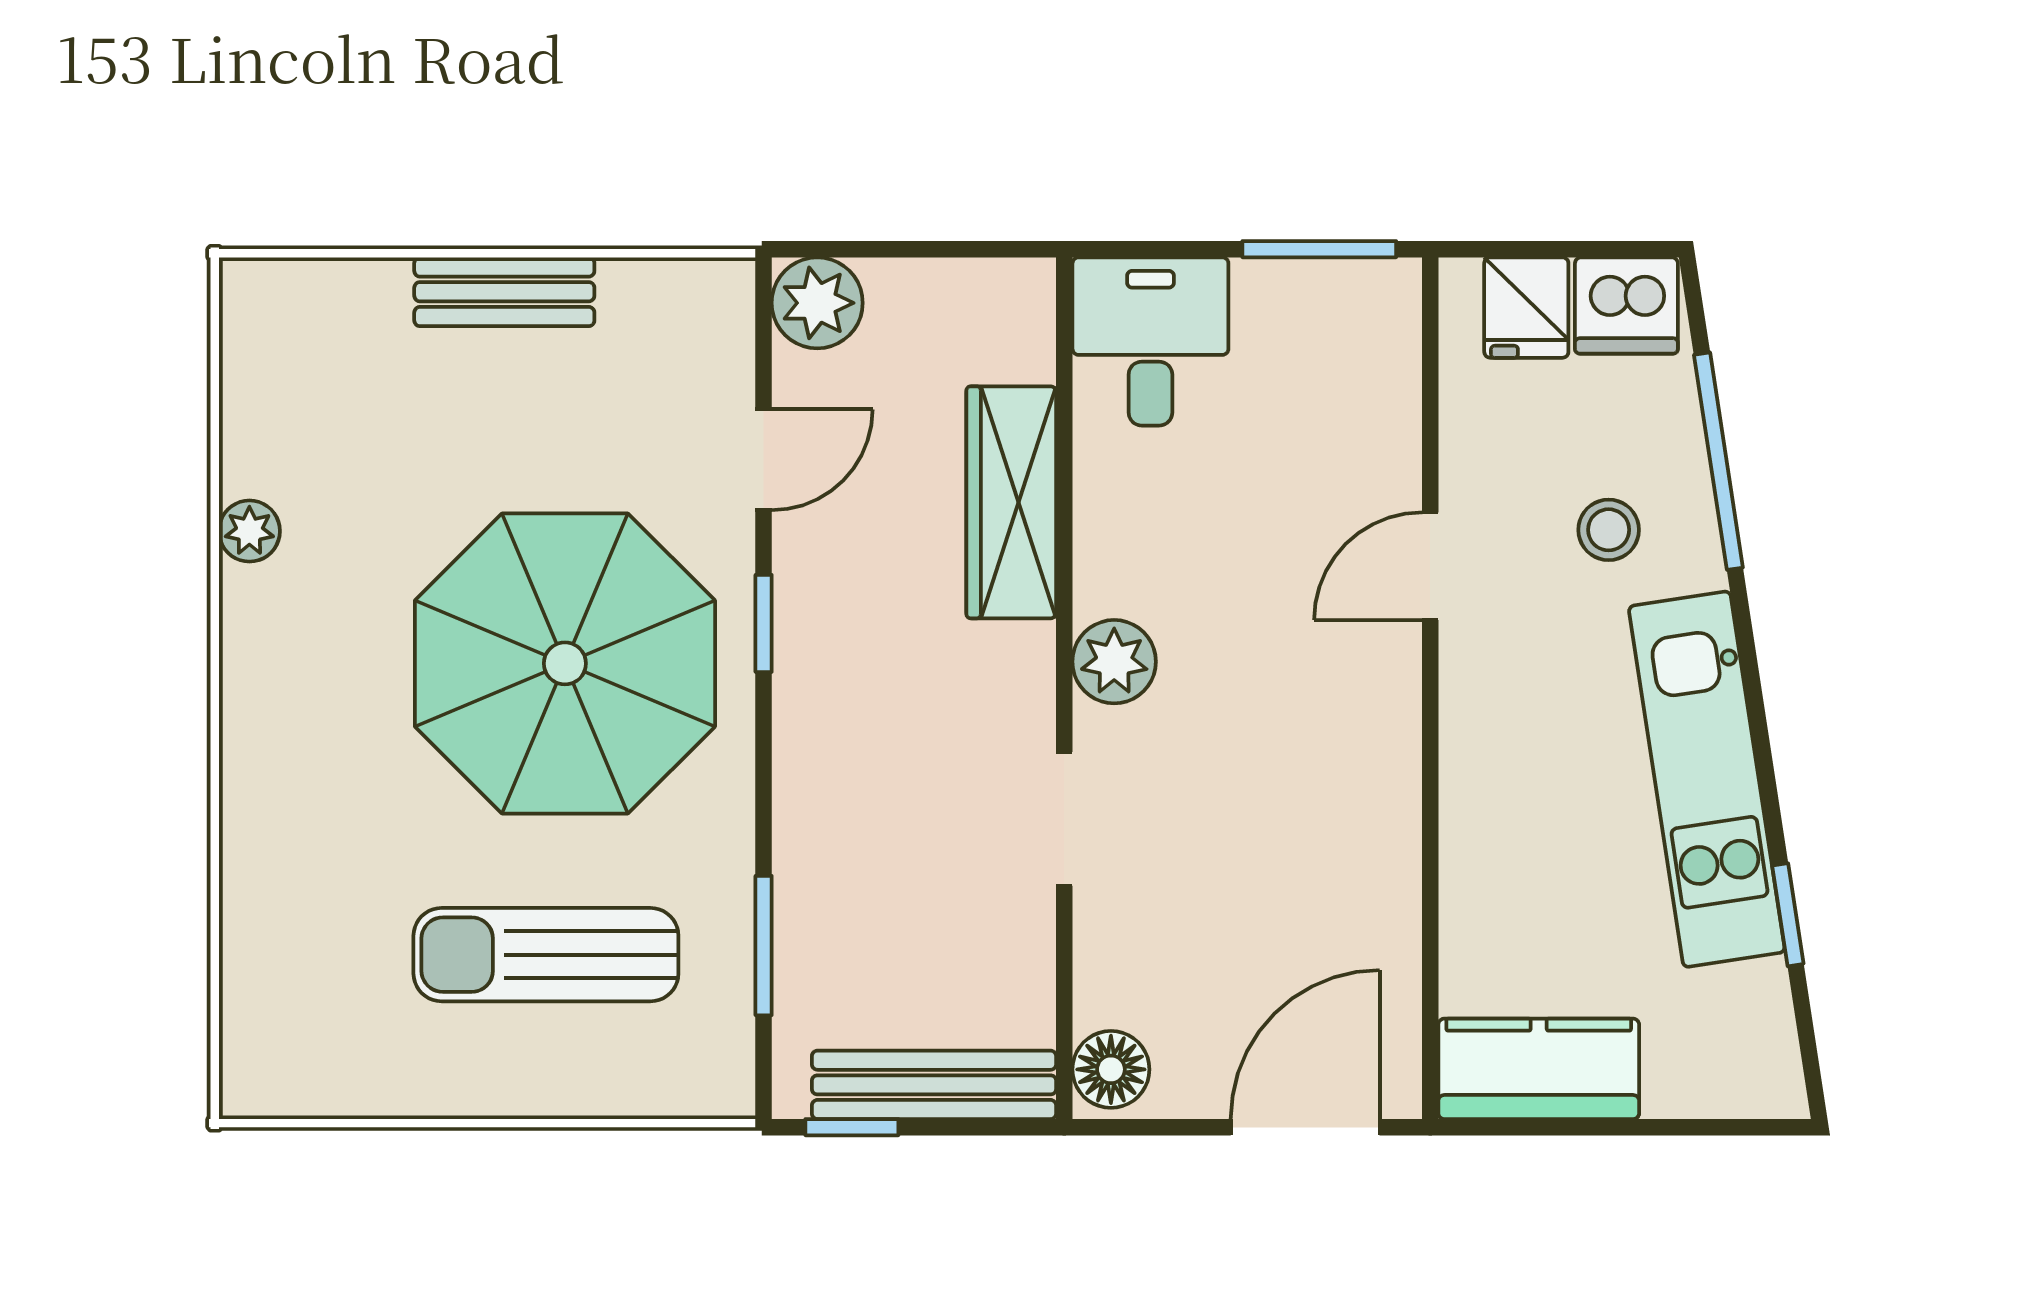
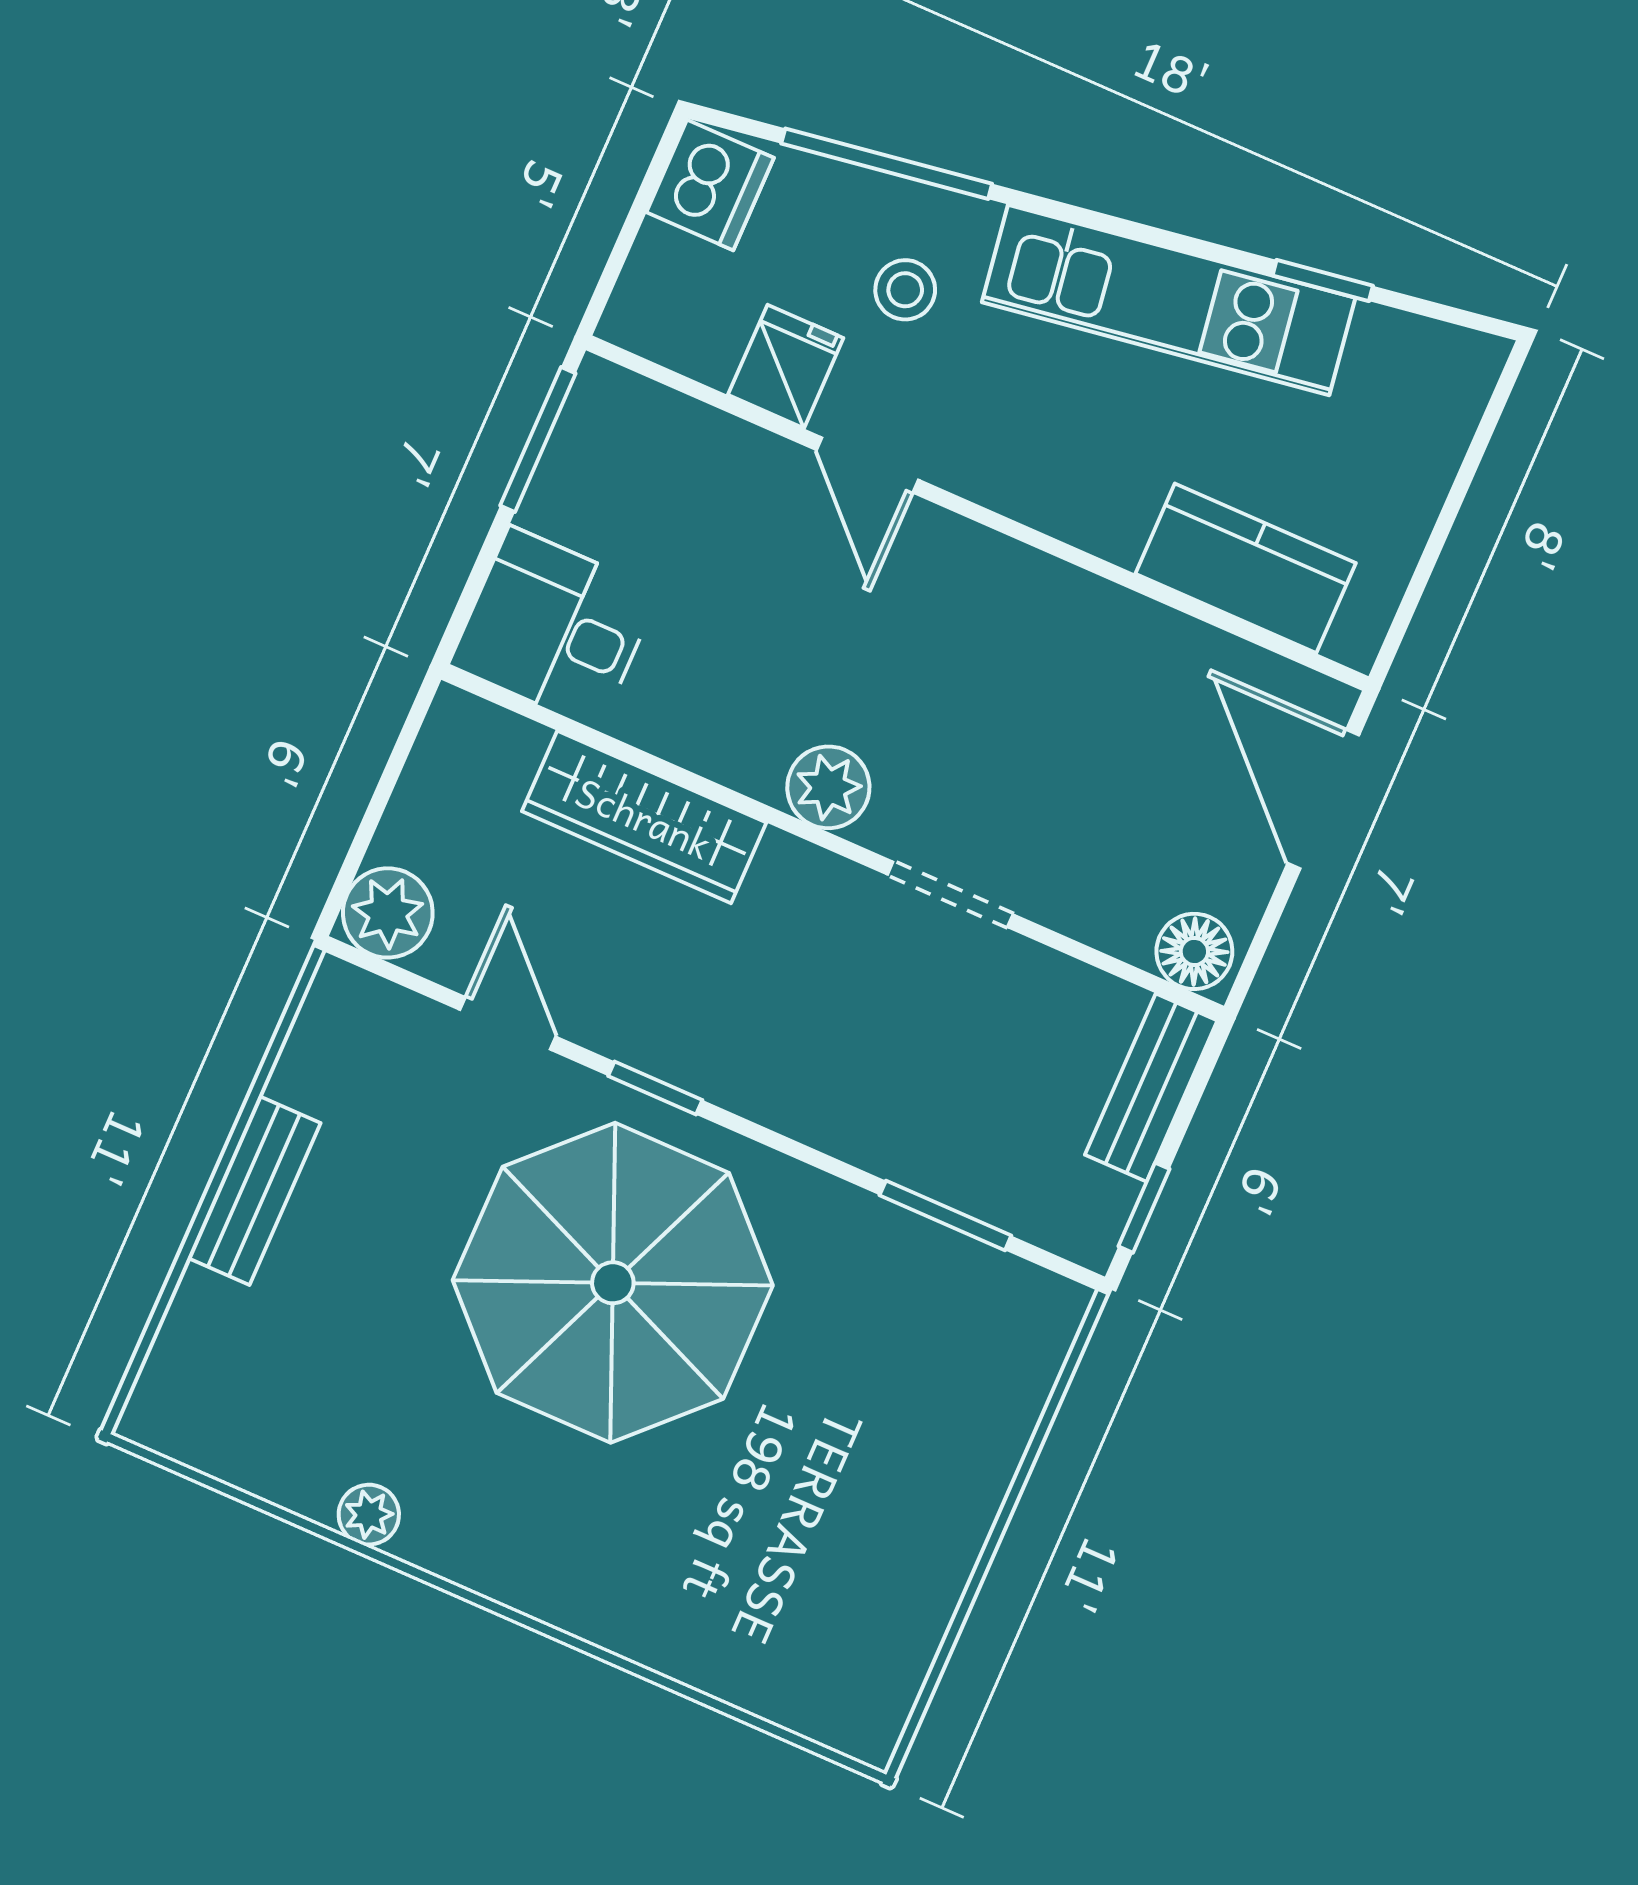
fridge: (1526, 308) -> (786, 366), moved, turned -90
sun lounger: (546, 955) -> (868, 1415), removed
kitchen counter: (1539, 1069) -> (1246, 568), moved, turned 90
bench: (934, 1085) -> (1151, 1088), width x0.73

